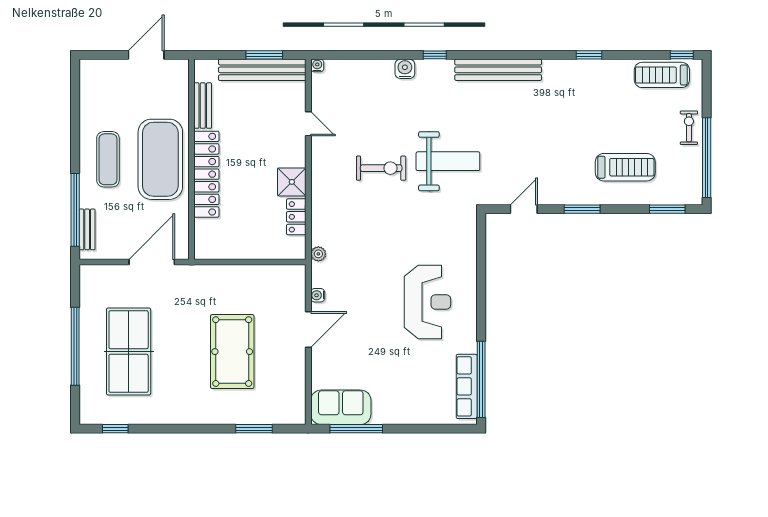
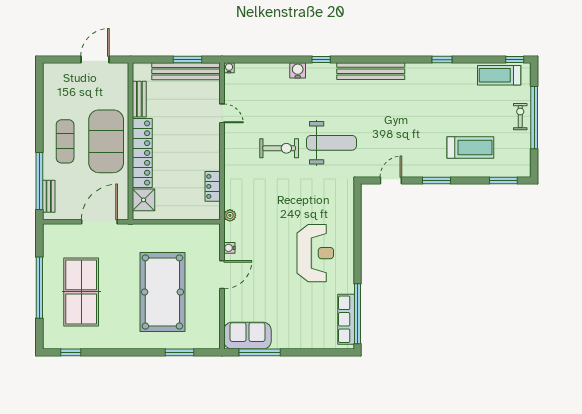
window: (707, 158) -> (534, 118), moved
shower: (292, 182) -> (144, 200), moved
pool table: (232, 352) -> (162, 292), width x1.36, depth x1.32

